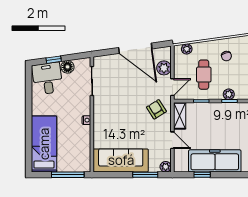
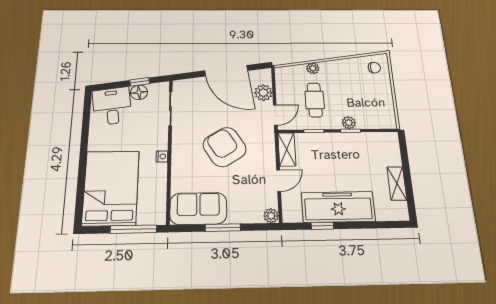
plant: (187, 49) -> (313, 68), moved
chair: (226, 56) -> (341, 79), removed
window: (54, 60) -> (140, 82), moved
armchair: (156, 109) -> (225, 147), moved, width x1.88, depth x1.88
door: (172, 140) -> (279, 181), hinge flipped
bed: (44, 144) -> (111, 188), width x1.50
sofa: (121, 160) -> (198, 209), width x0.73
window: (145, 175) -> (223, 228), moved

